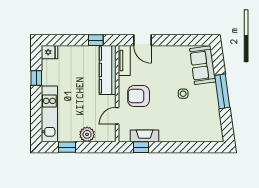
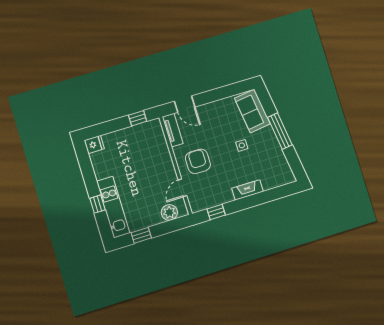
kitchen counter: (108, 70) -> (159, 145), removed
window: (36, 78) -> (98, 204), moved
armchair: (139, 96) -> (198, 161), turned 90
plant: (87, 134) -> (169, 212), moved
fireplace: (144, 136) -> (247, 190), moved

